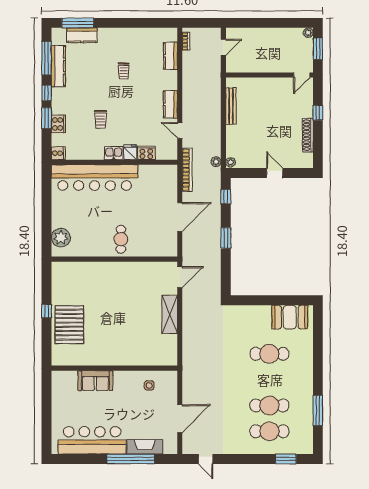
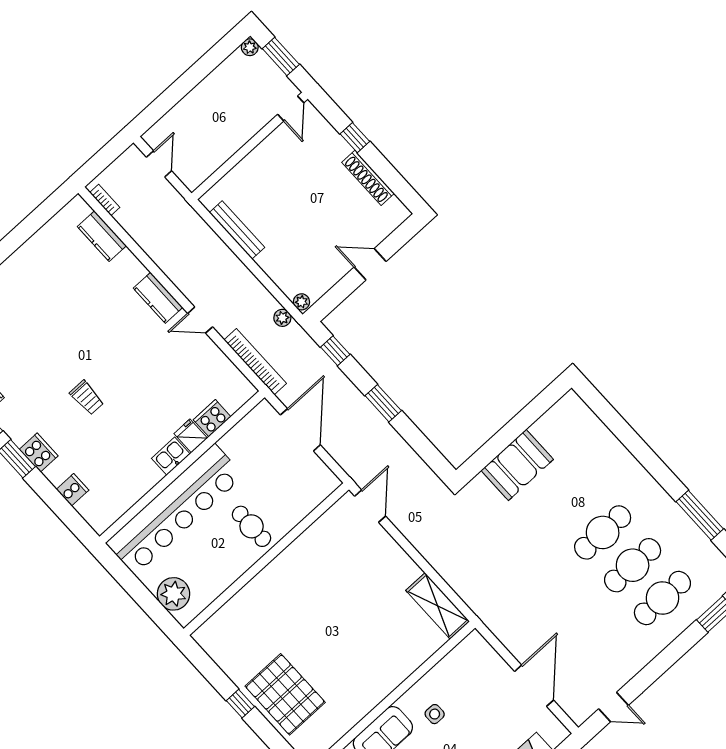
trolley: (124, 71) -> (60, 310), removed
fridge: (130, 152) -> (191, 436), moved
kitchen sink: (114, 153) -> (171, 456), moved
cooker: (146, 153) -> (212, 418), moved
wall: (114, 162) -> (182, 467), moved
bar counter: (95, 178) -> (175, 509), moved
shelving: (170, 314) -> (438, 606), moved
booth: (290, 317) -> (517, 465), moved
cafe table: (269, 354) -> (603, 532), moved
side table: (149, 385) -> (435, 714), moved

